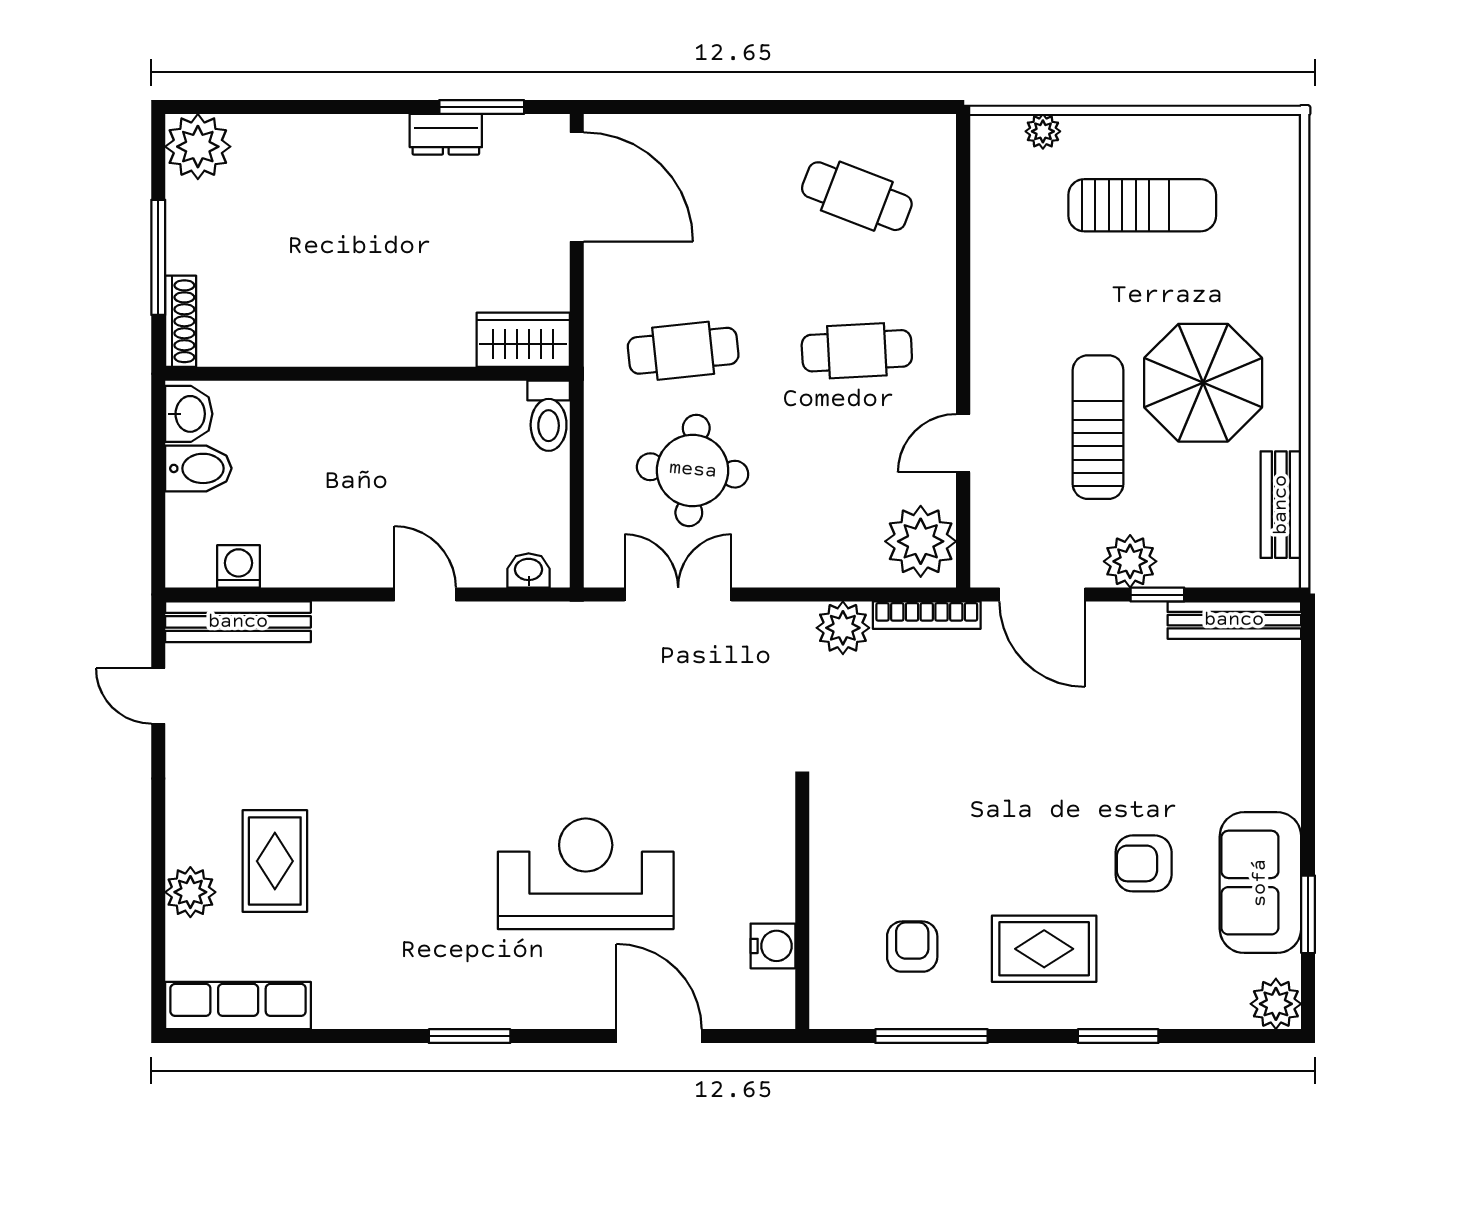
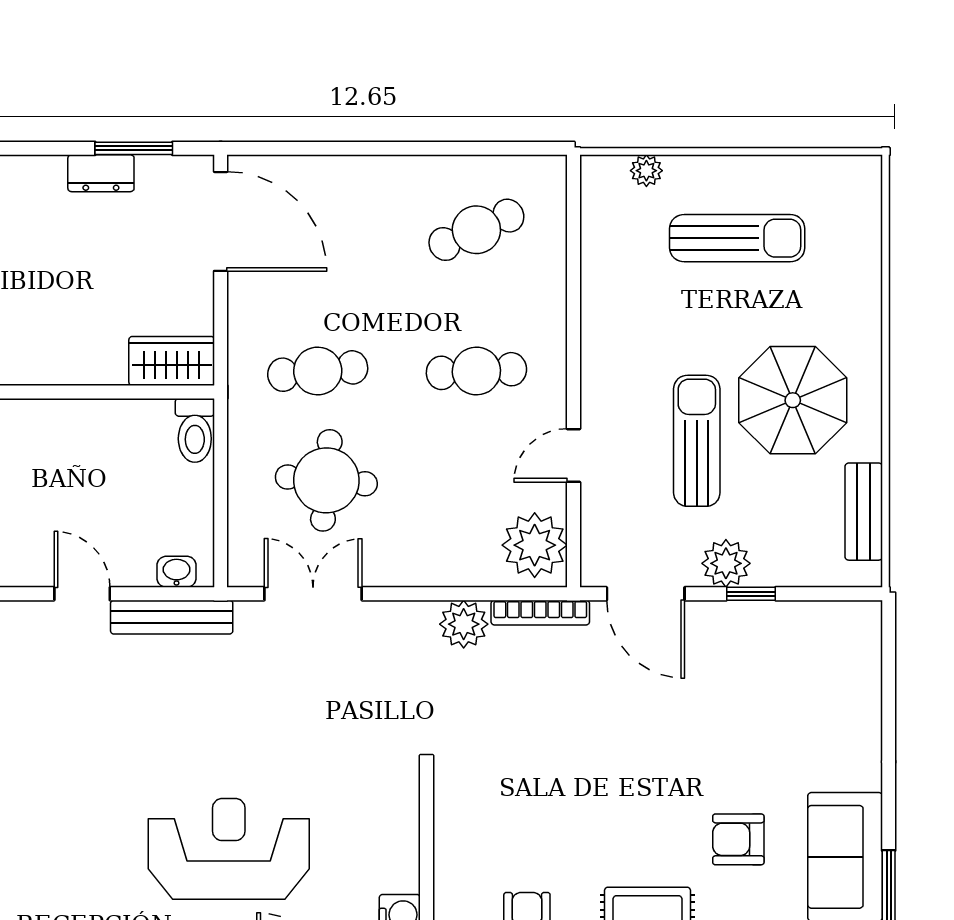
cafe table: (857, 196) -> (476, 230), turned -45
bench: (1234, 620) -> (172, 617), moved

